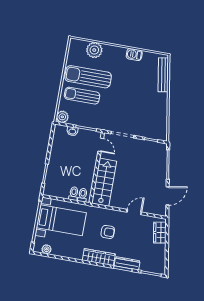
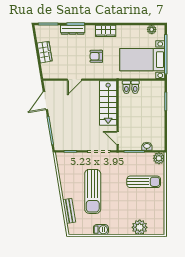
bench: (163, 75) -> (69, 211), width x0.73
sun lounger: (88, 77) -> (93, 191), moved, turned 90
wardrobe: (160, 233) -> (45, 52), moved
wardrobe: (99, 257) -> (106, 31), width x0.67

